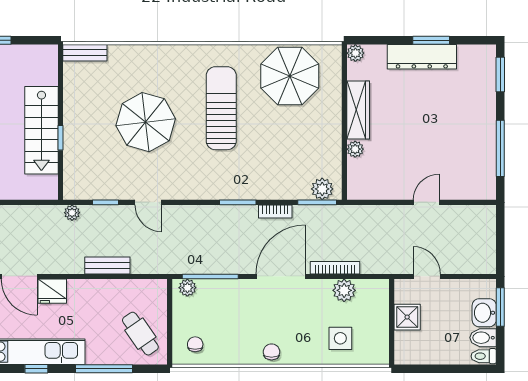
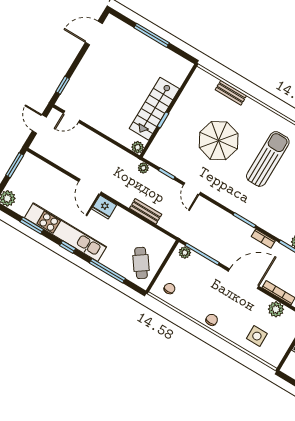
bench: (85, 53) -> (231, 93), moved
plant: (49, 191) -> (138, 147), added

